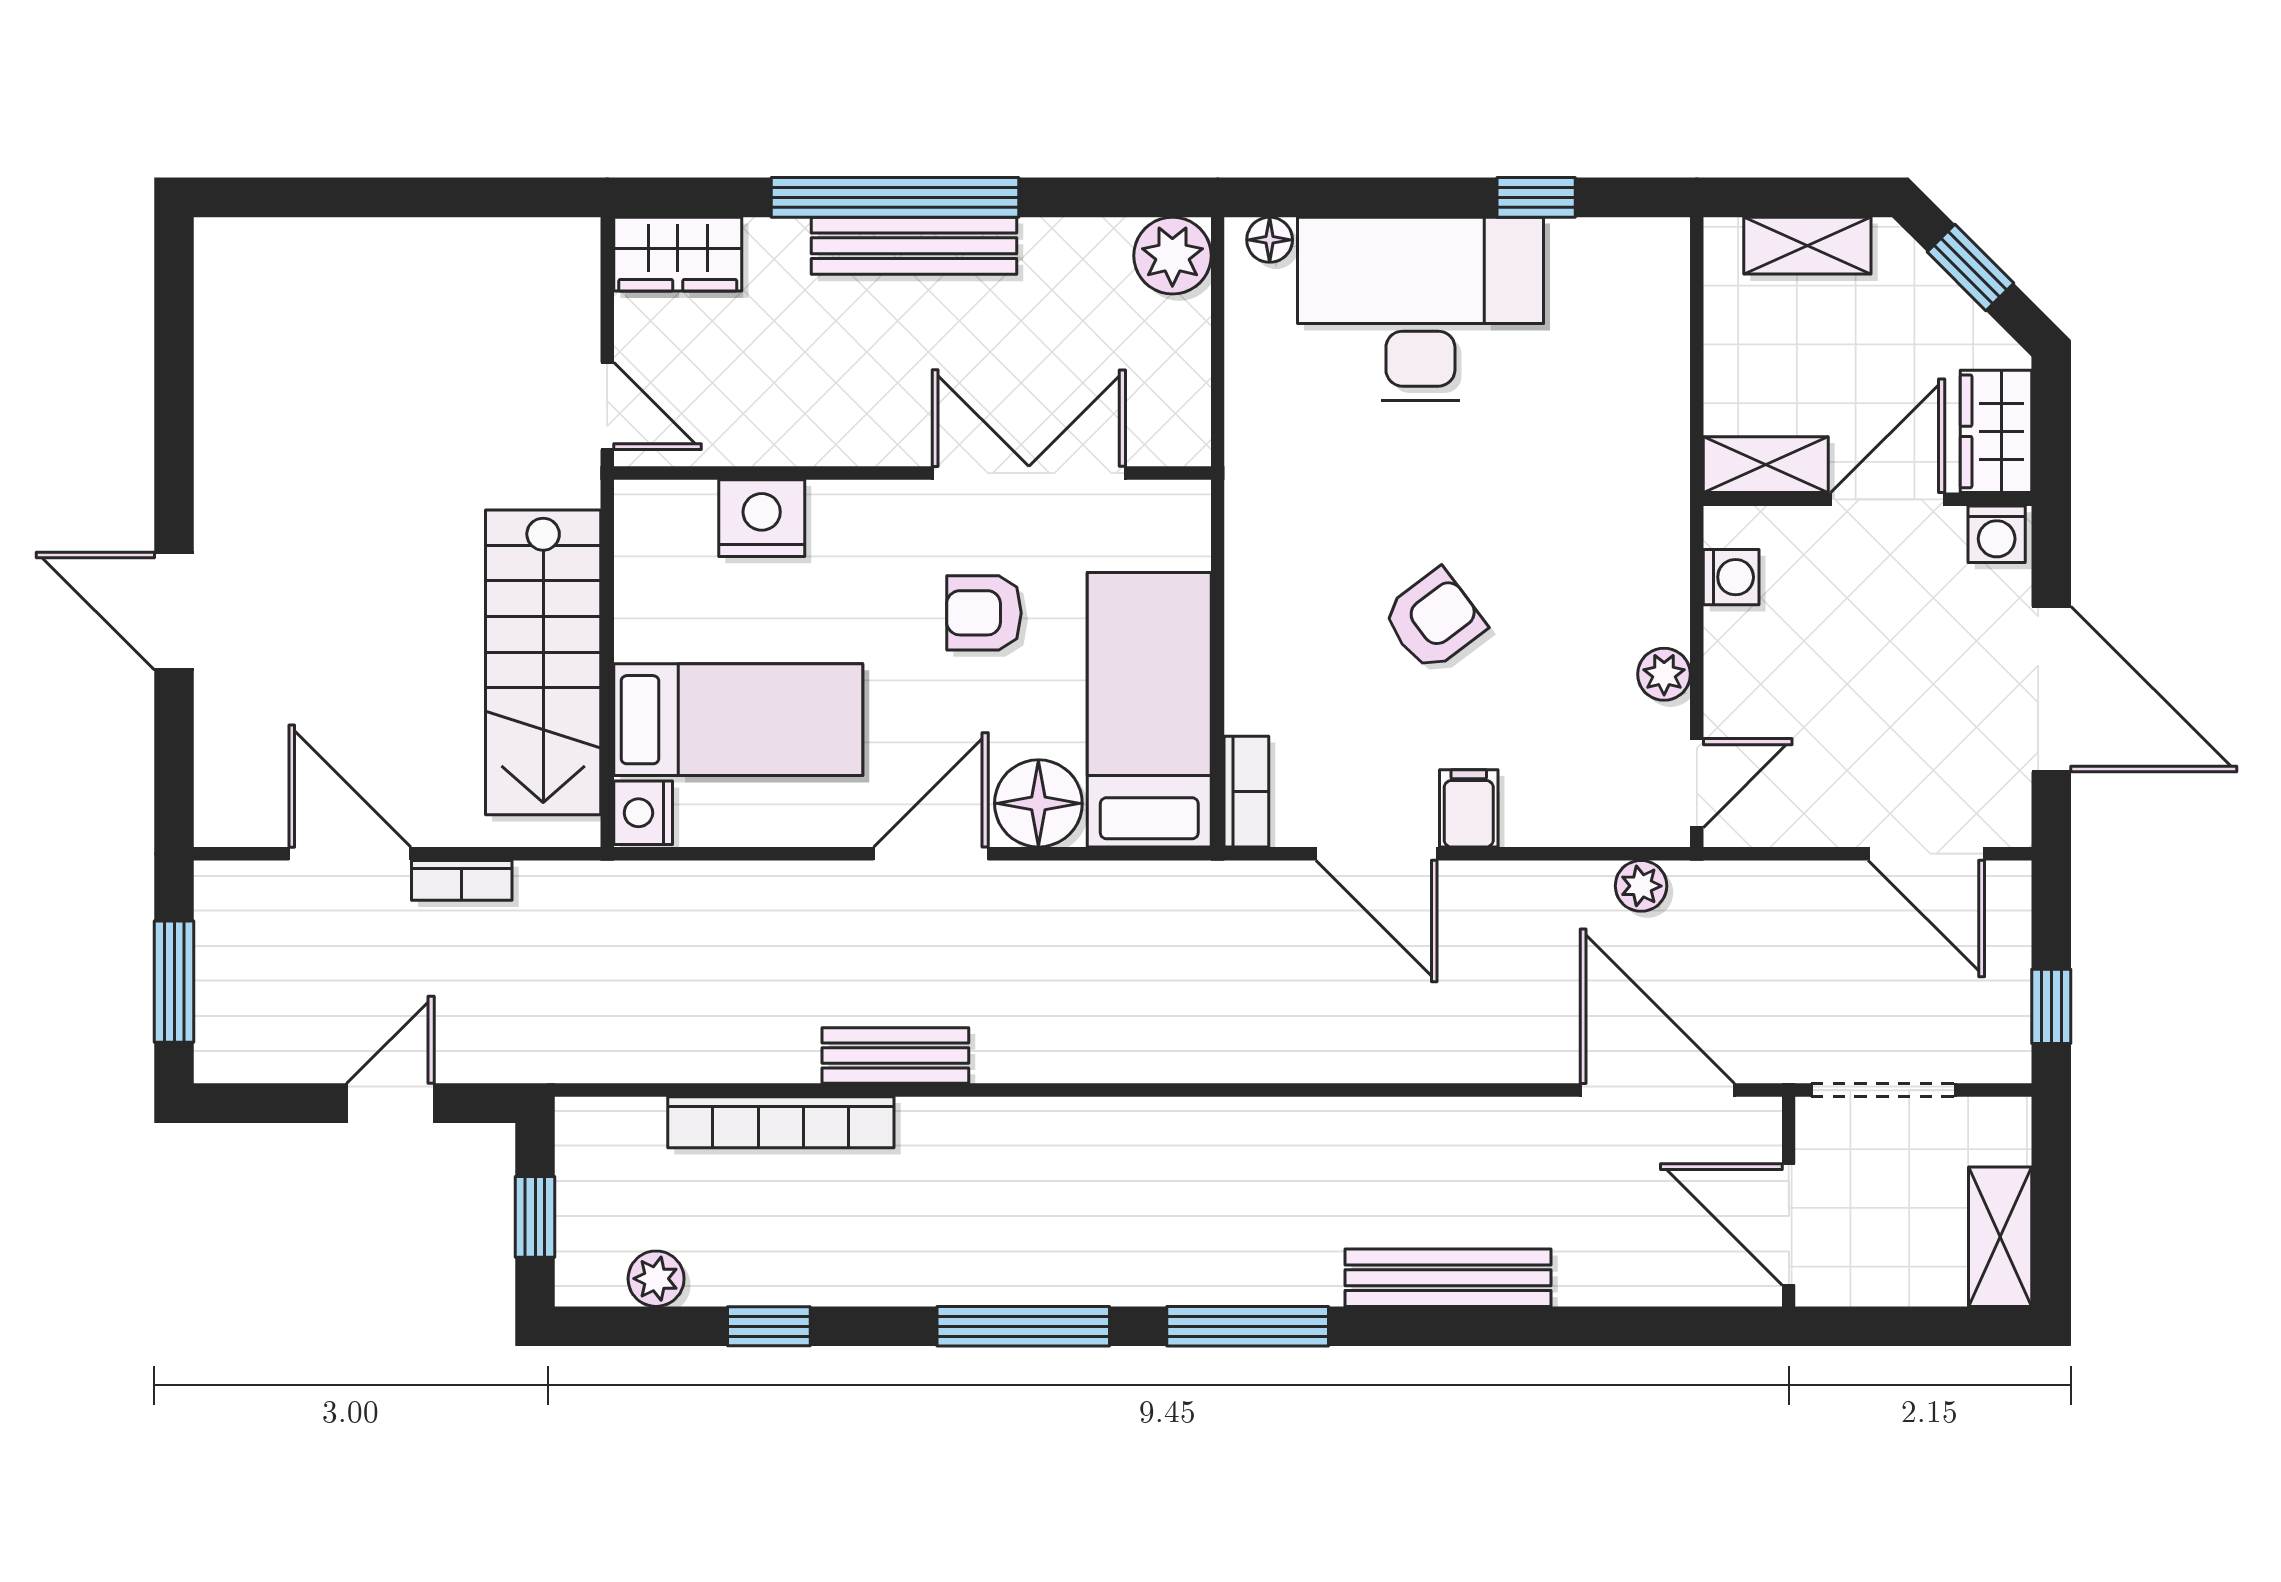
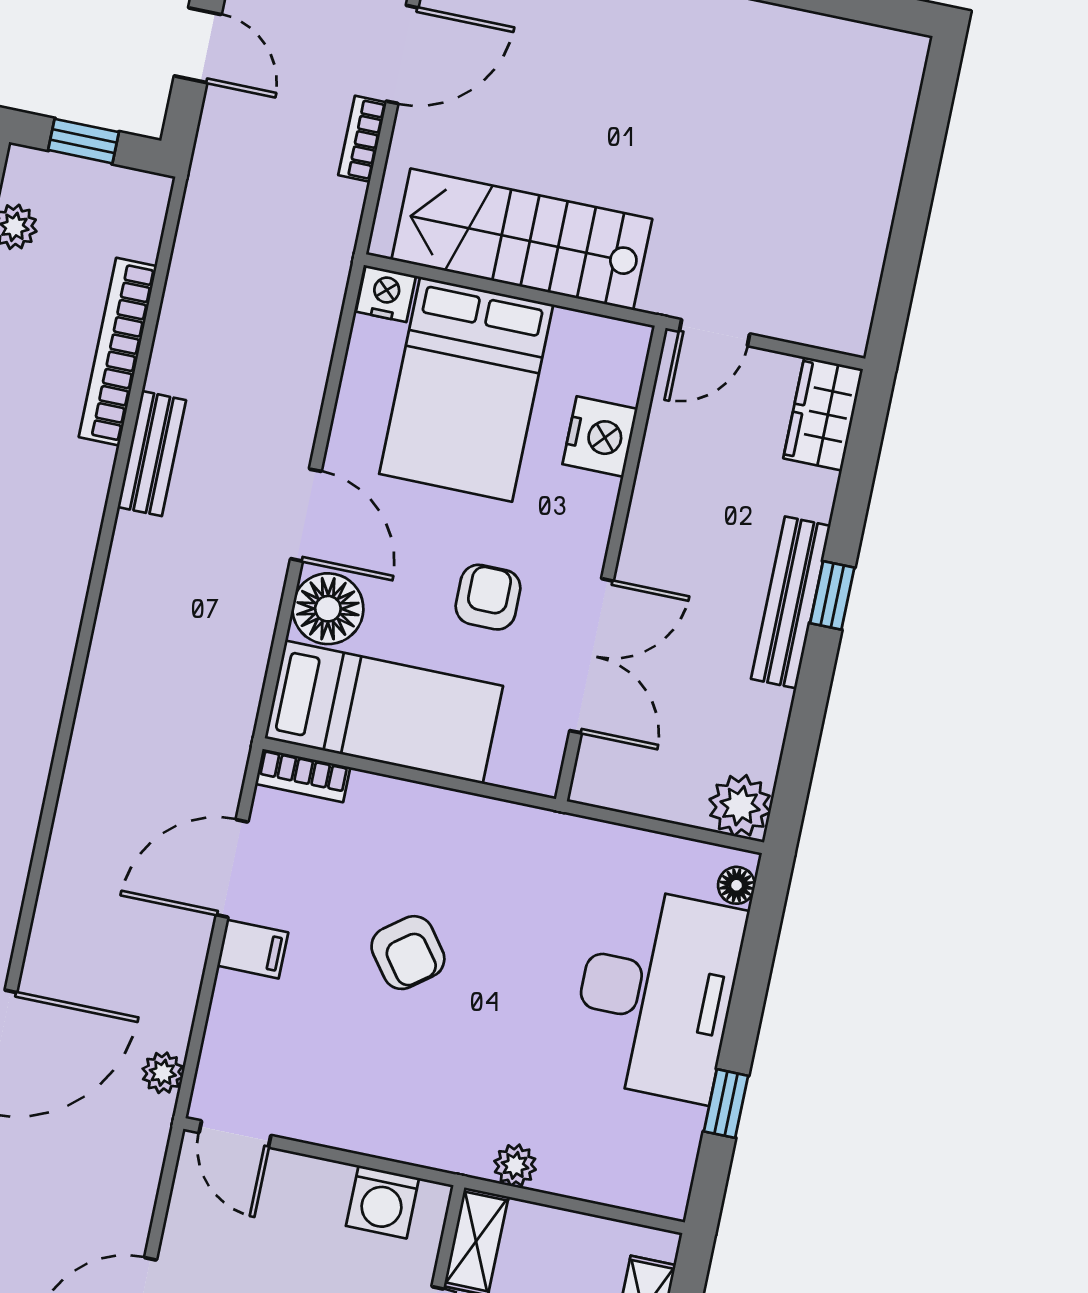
window: (895, 197) -> (832, 595), width x0.32
washing machine: (1731, 577) -> (383, 1202), width x1.38, depth x1.38
plant: (1664, 674) -> (515, 1165), moved
bed: (738, 720) -> (466, 389), width x1.50

